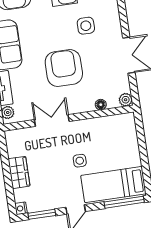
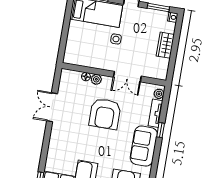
side table: (86, 26) -> (78, 141), removed
plant: (126, 100) -> (96, 79), moved

